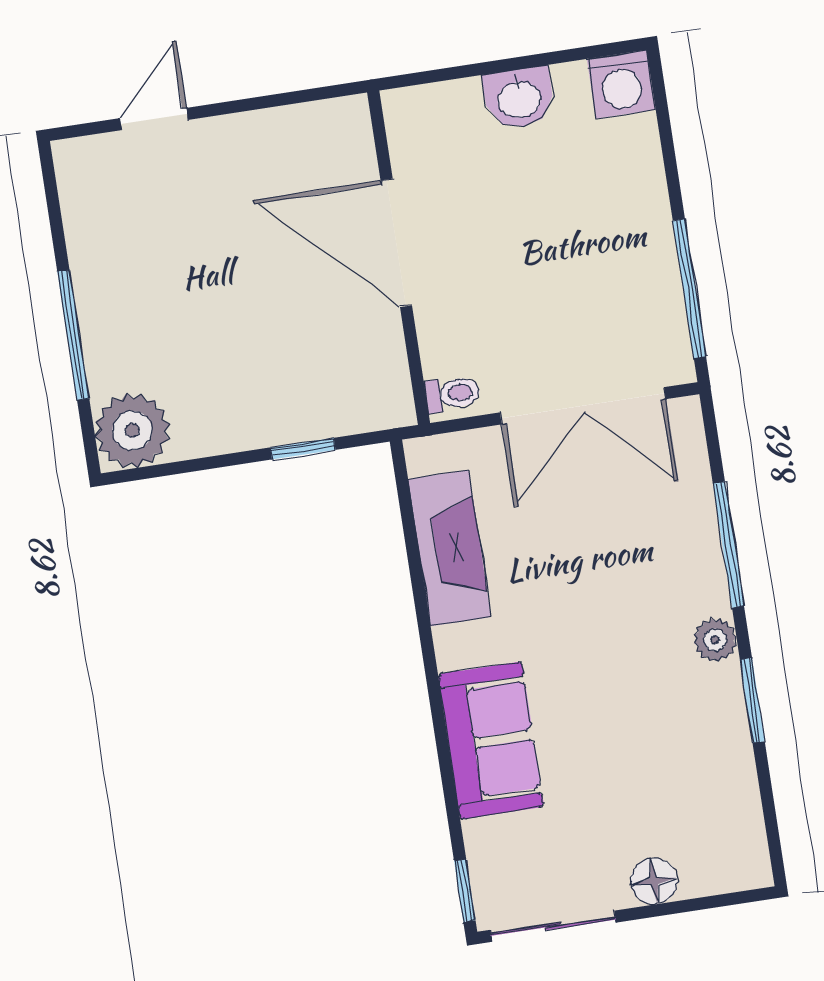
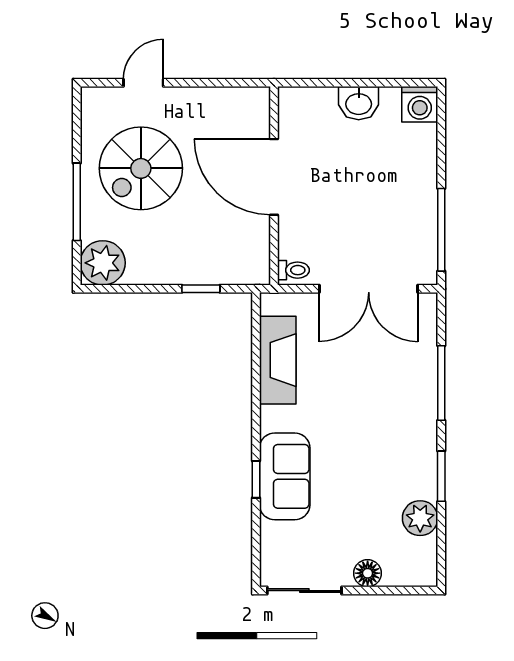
spiral stairs: (172, 263) -> (141, 168), added
plant: (715, 640) -> (420, 518), moved, width x1.38, depth x1.38
window: (465, 891) -> (256, 479), moved

